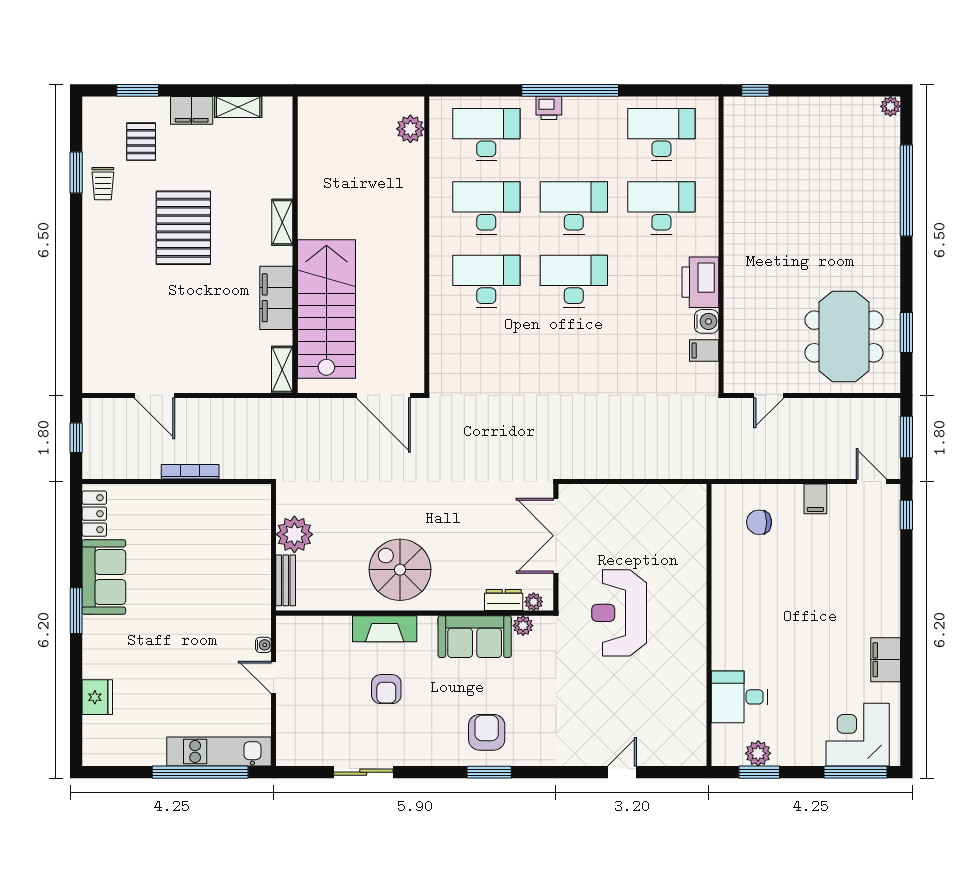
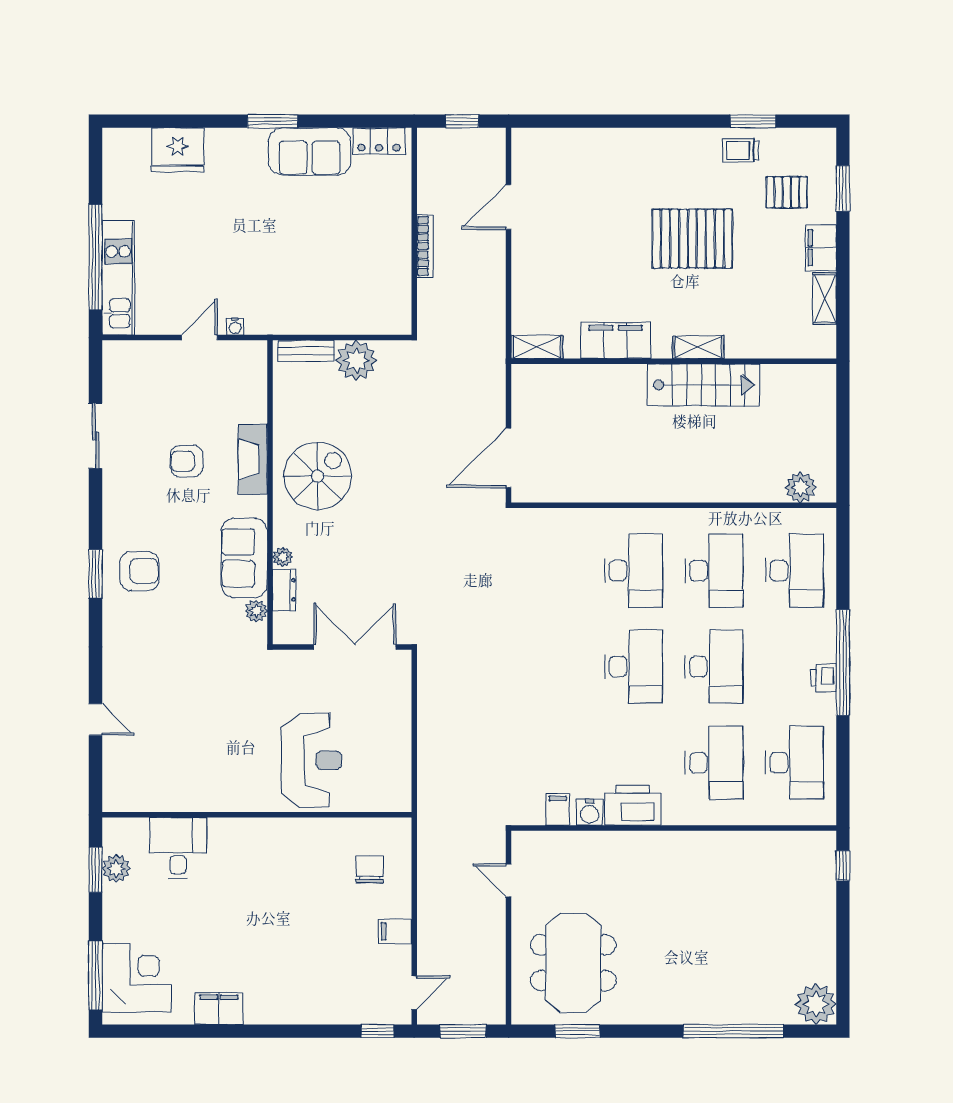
plant: (890, 106) -> (816, 1004), width x1.88, depth x1.88
printer: (549, 108) -> (824, 678), moved
stairs: (326, 309) -> (703, 385), moved, width x0.73, depth x0.66
meeting table: (844, 336) -> (573, 963), turned 90
plant: (534, 602) -> (282, 557), moved
reception desk: (619, 613) -> (311, 760), moved, turned 90
fridge: (97, 697) -> (178, 150), width x1.36, depth x1.34

